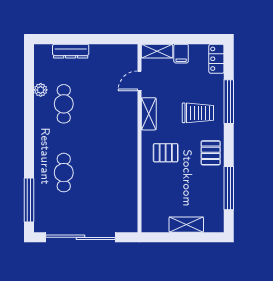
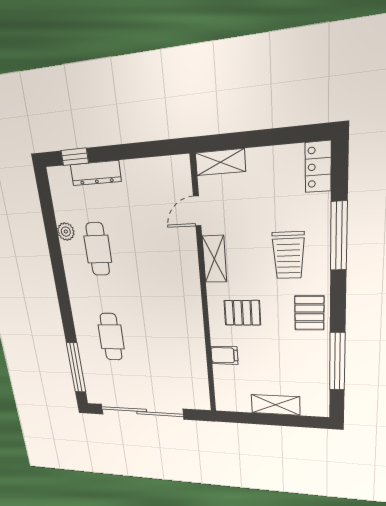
window: (57, 39) -> (75, 157), added
filing cabinet: (181, 54) -> (224, 355), moved, turned -90
trolley: (198, 113) -> (288, 255), turned 90

